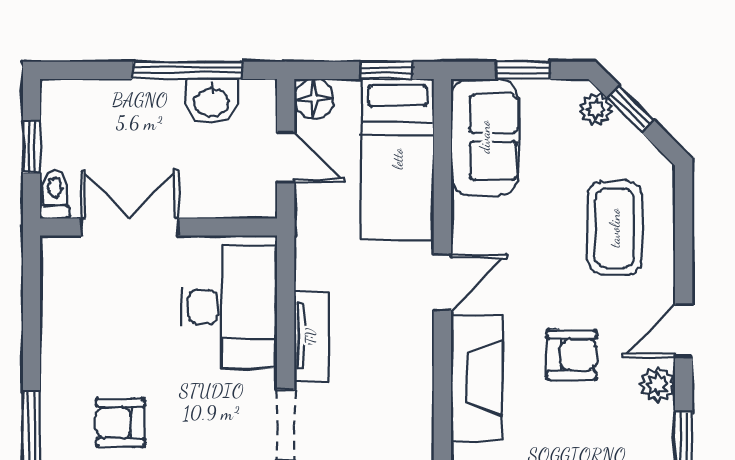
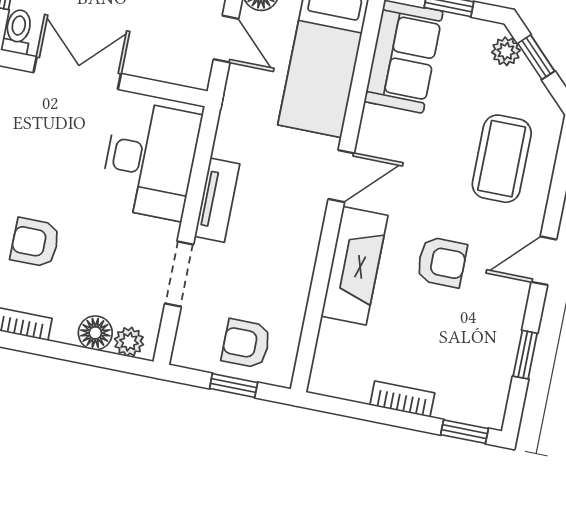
plant: (657, 384) -> (512, 303), removed

